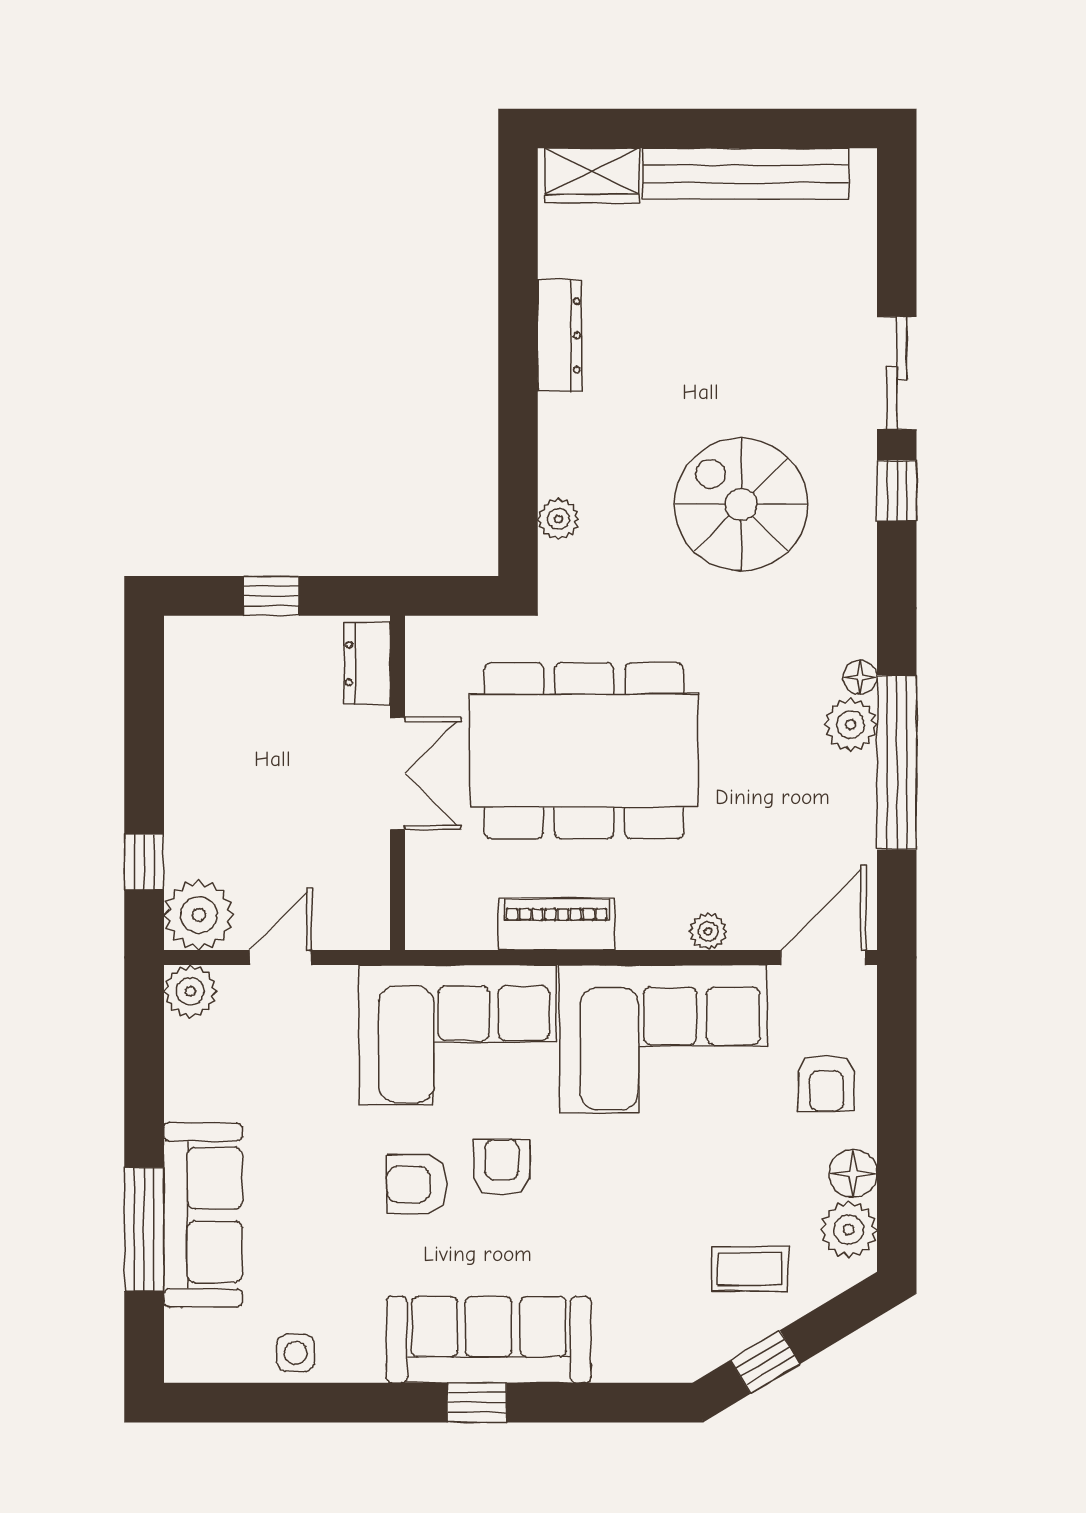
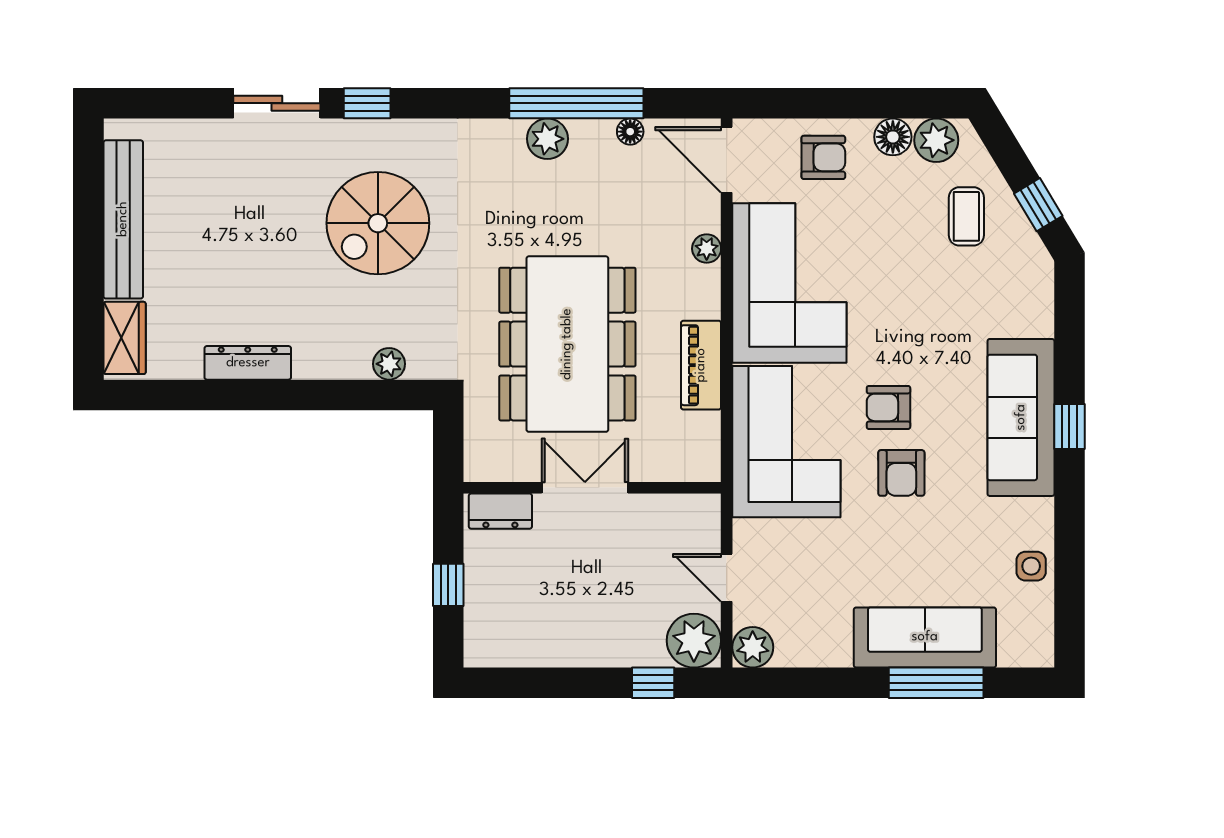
floor lamp: (860, 677) -> (630, 132), moved

